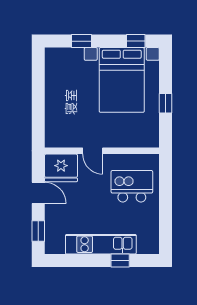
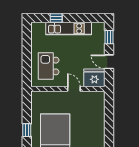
window: (165, 103) -> (27, 130), moved
kitchen island: (132, 186) -> (49, 66), turned 90

